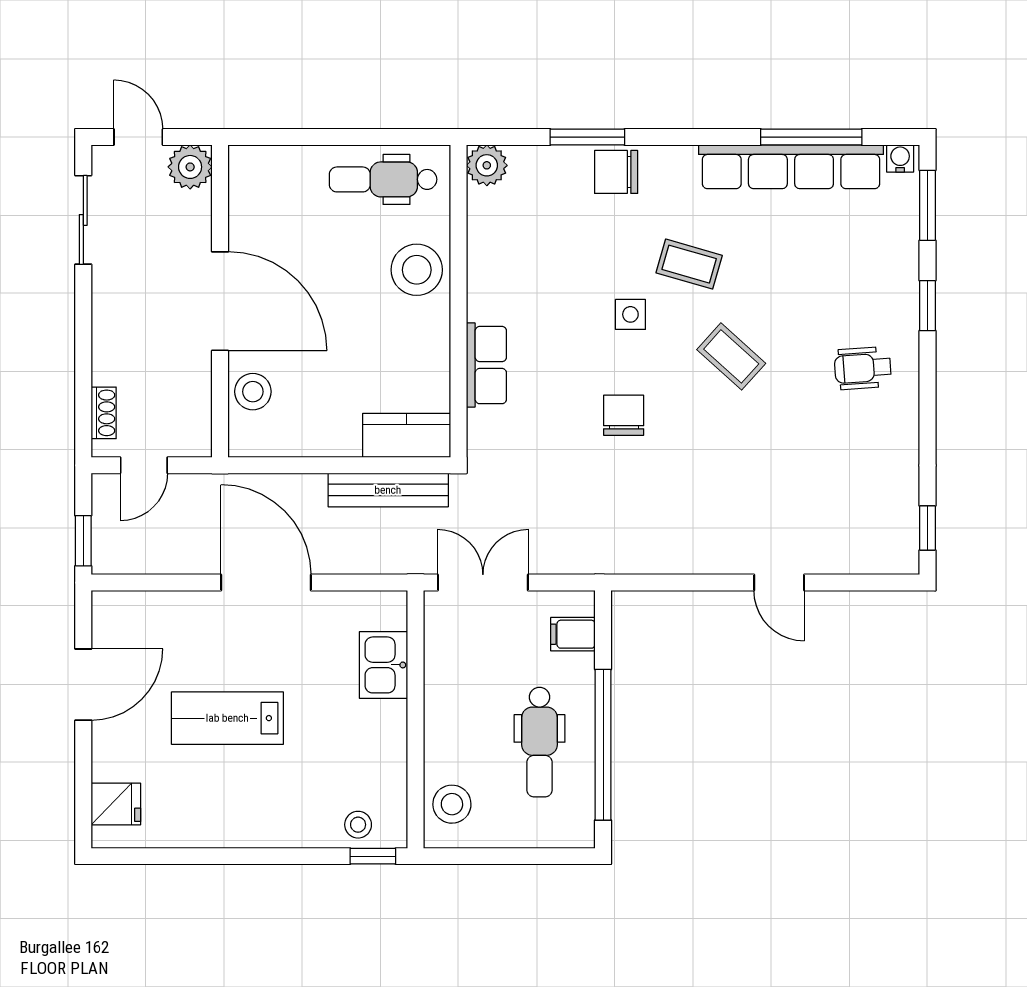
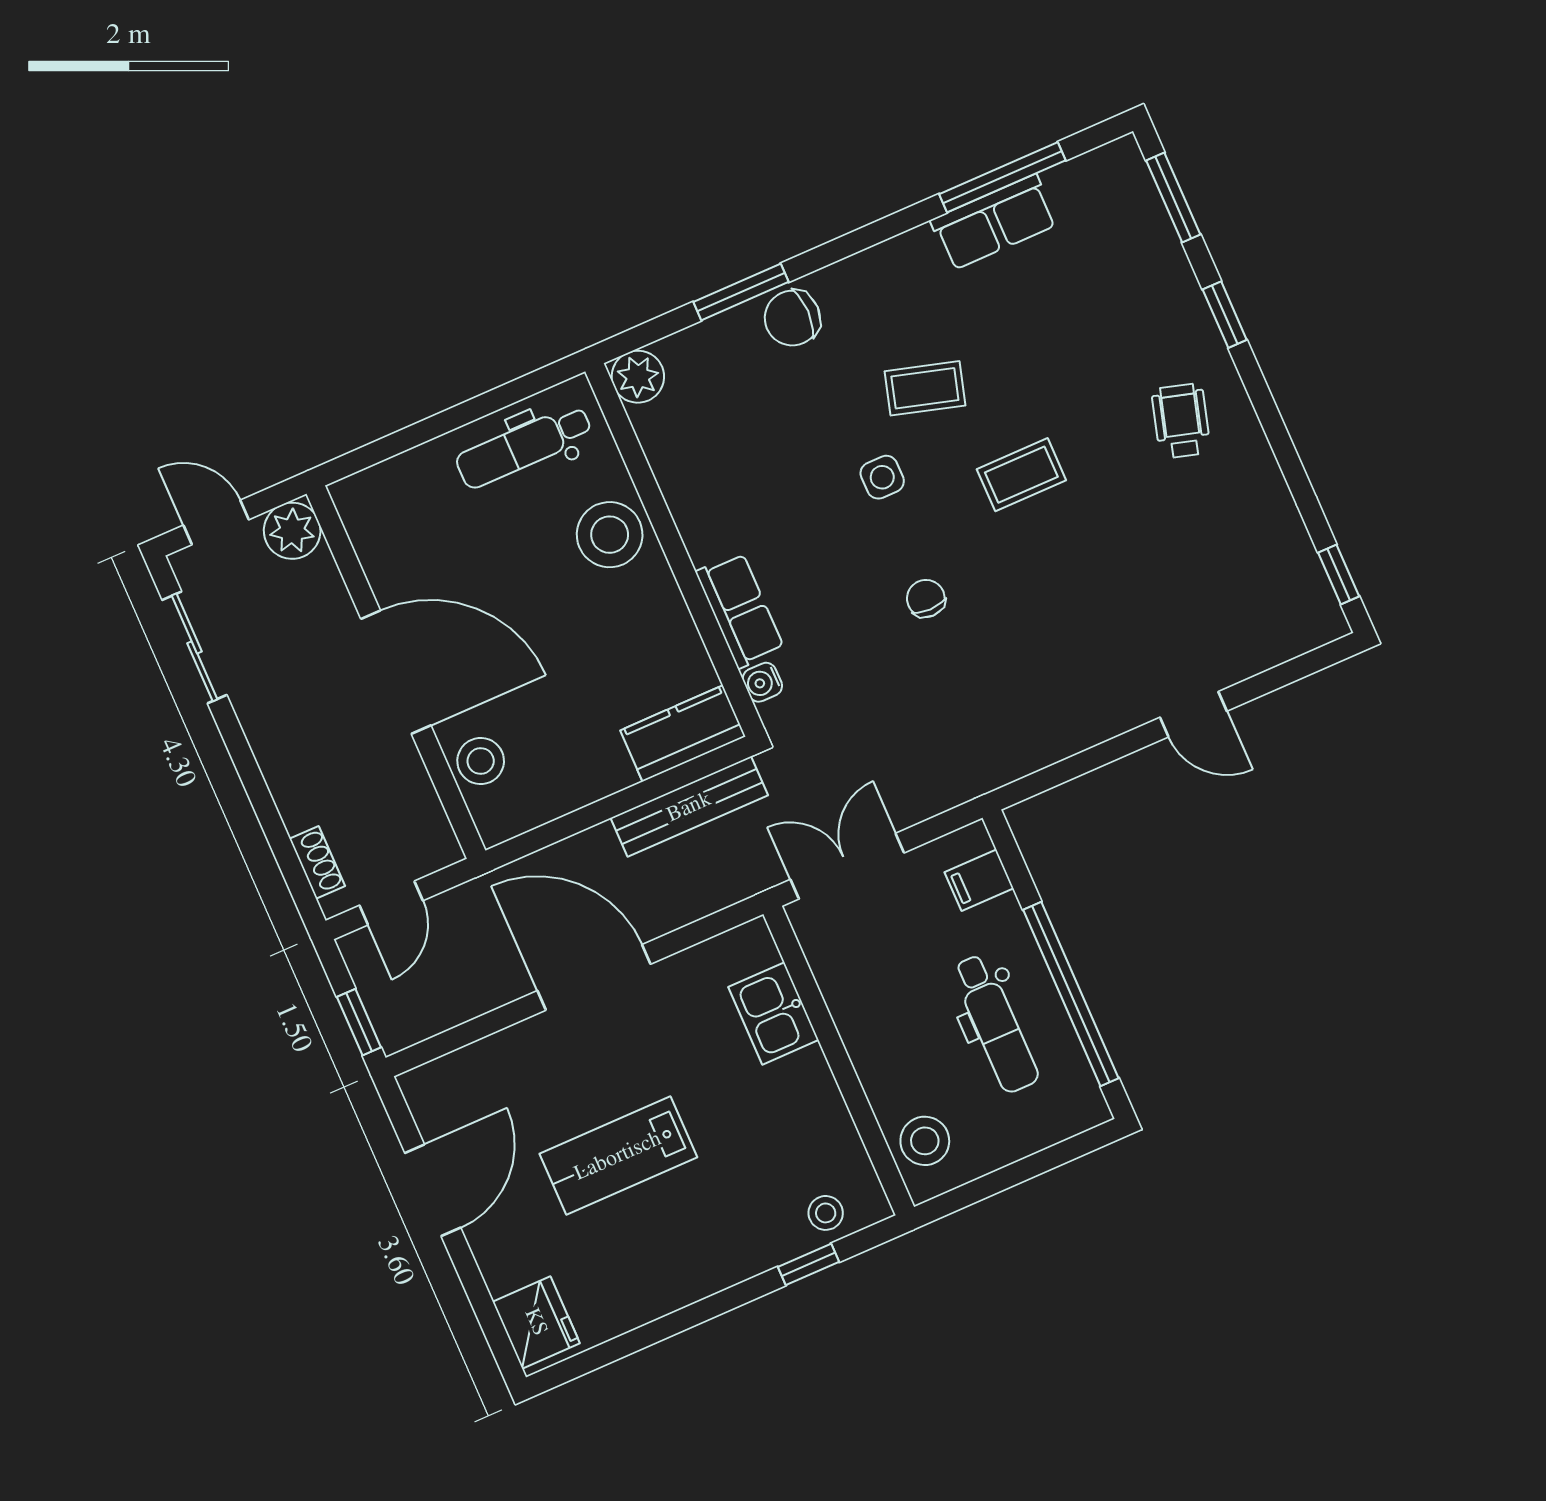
water cooler: (900, 158) -> (762, 682), moved, turned -90
row of seats: (791, 167) -> (994, 222), width x0.50
coffee table: (731, 356) -> (1021, 475), turned -42
wheelchair: (863, 368) -> (1181, 421), turned 110
chair: (624, 415) -> (926, 598), width x0.73, depth x0.73
fridge: (116, 804) -> (536, 1322), width x1.38
window: (373, 856) -> (808, 1264), moved

